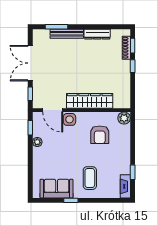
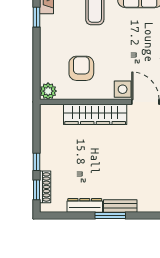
window: (56, 27) -> (110, 215), moved
bench: (67, 34) -> (120, 206), width x0.73

